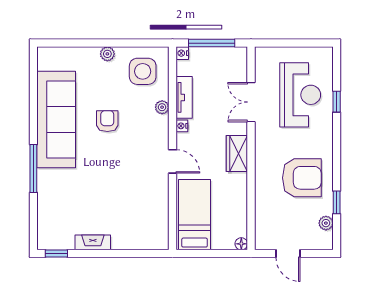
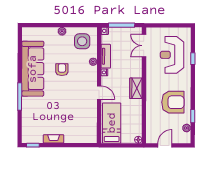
reception desk: (300, 95) -> (172, 55), turned 180
double door: (251, 102) -> (144, 46), moved
door: (288, 254) -> (165, 145), swing flipped

